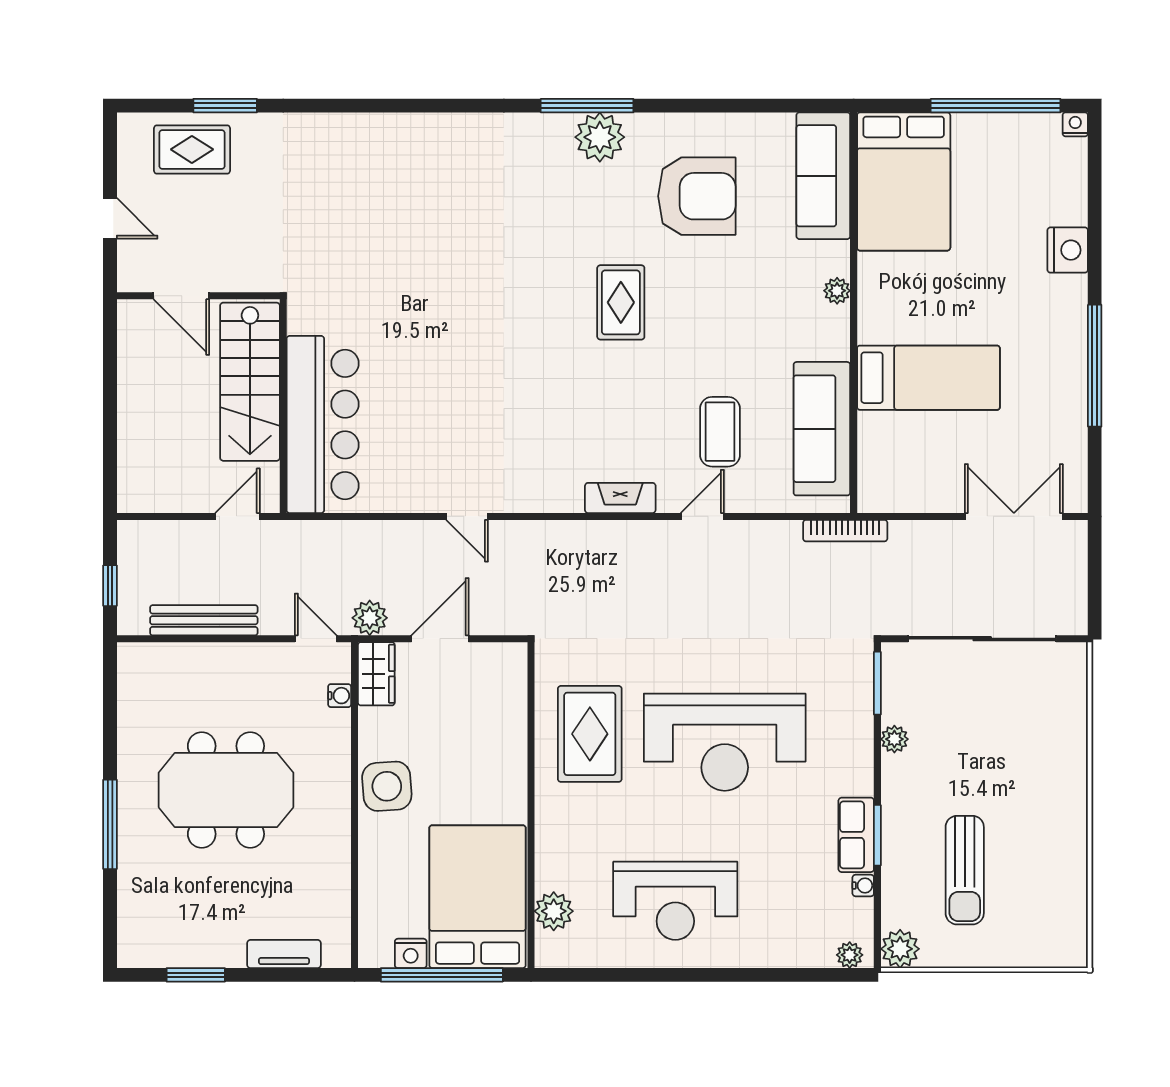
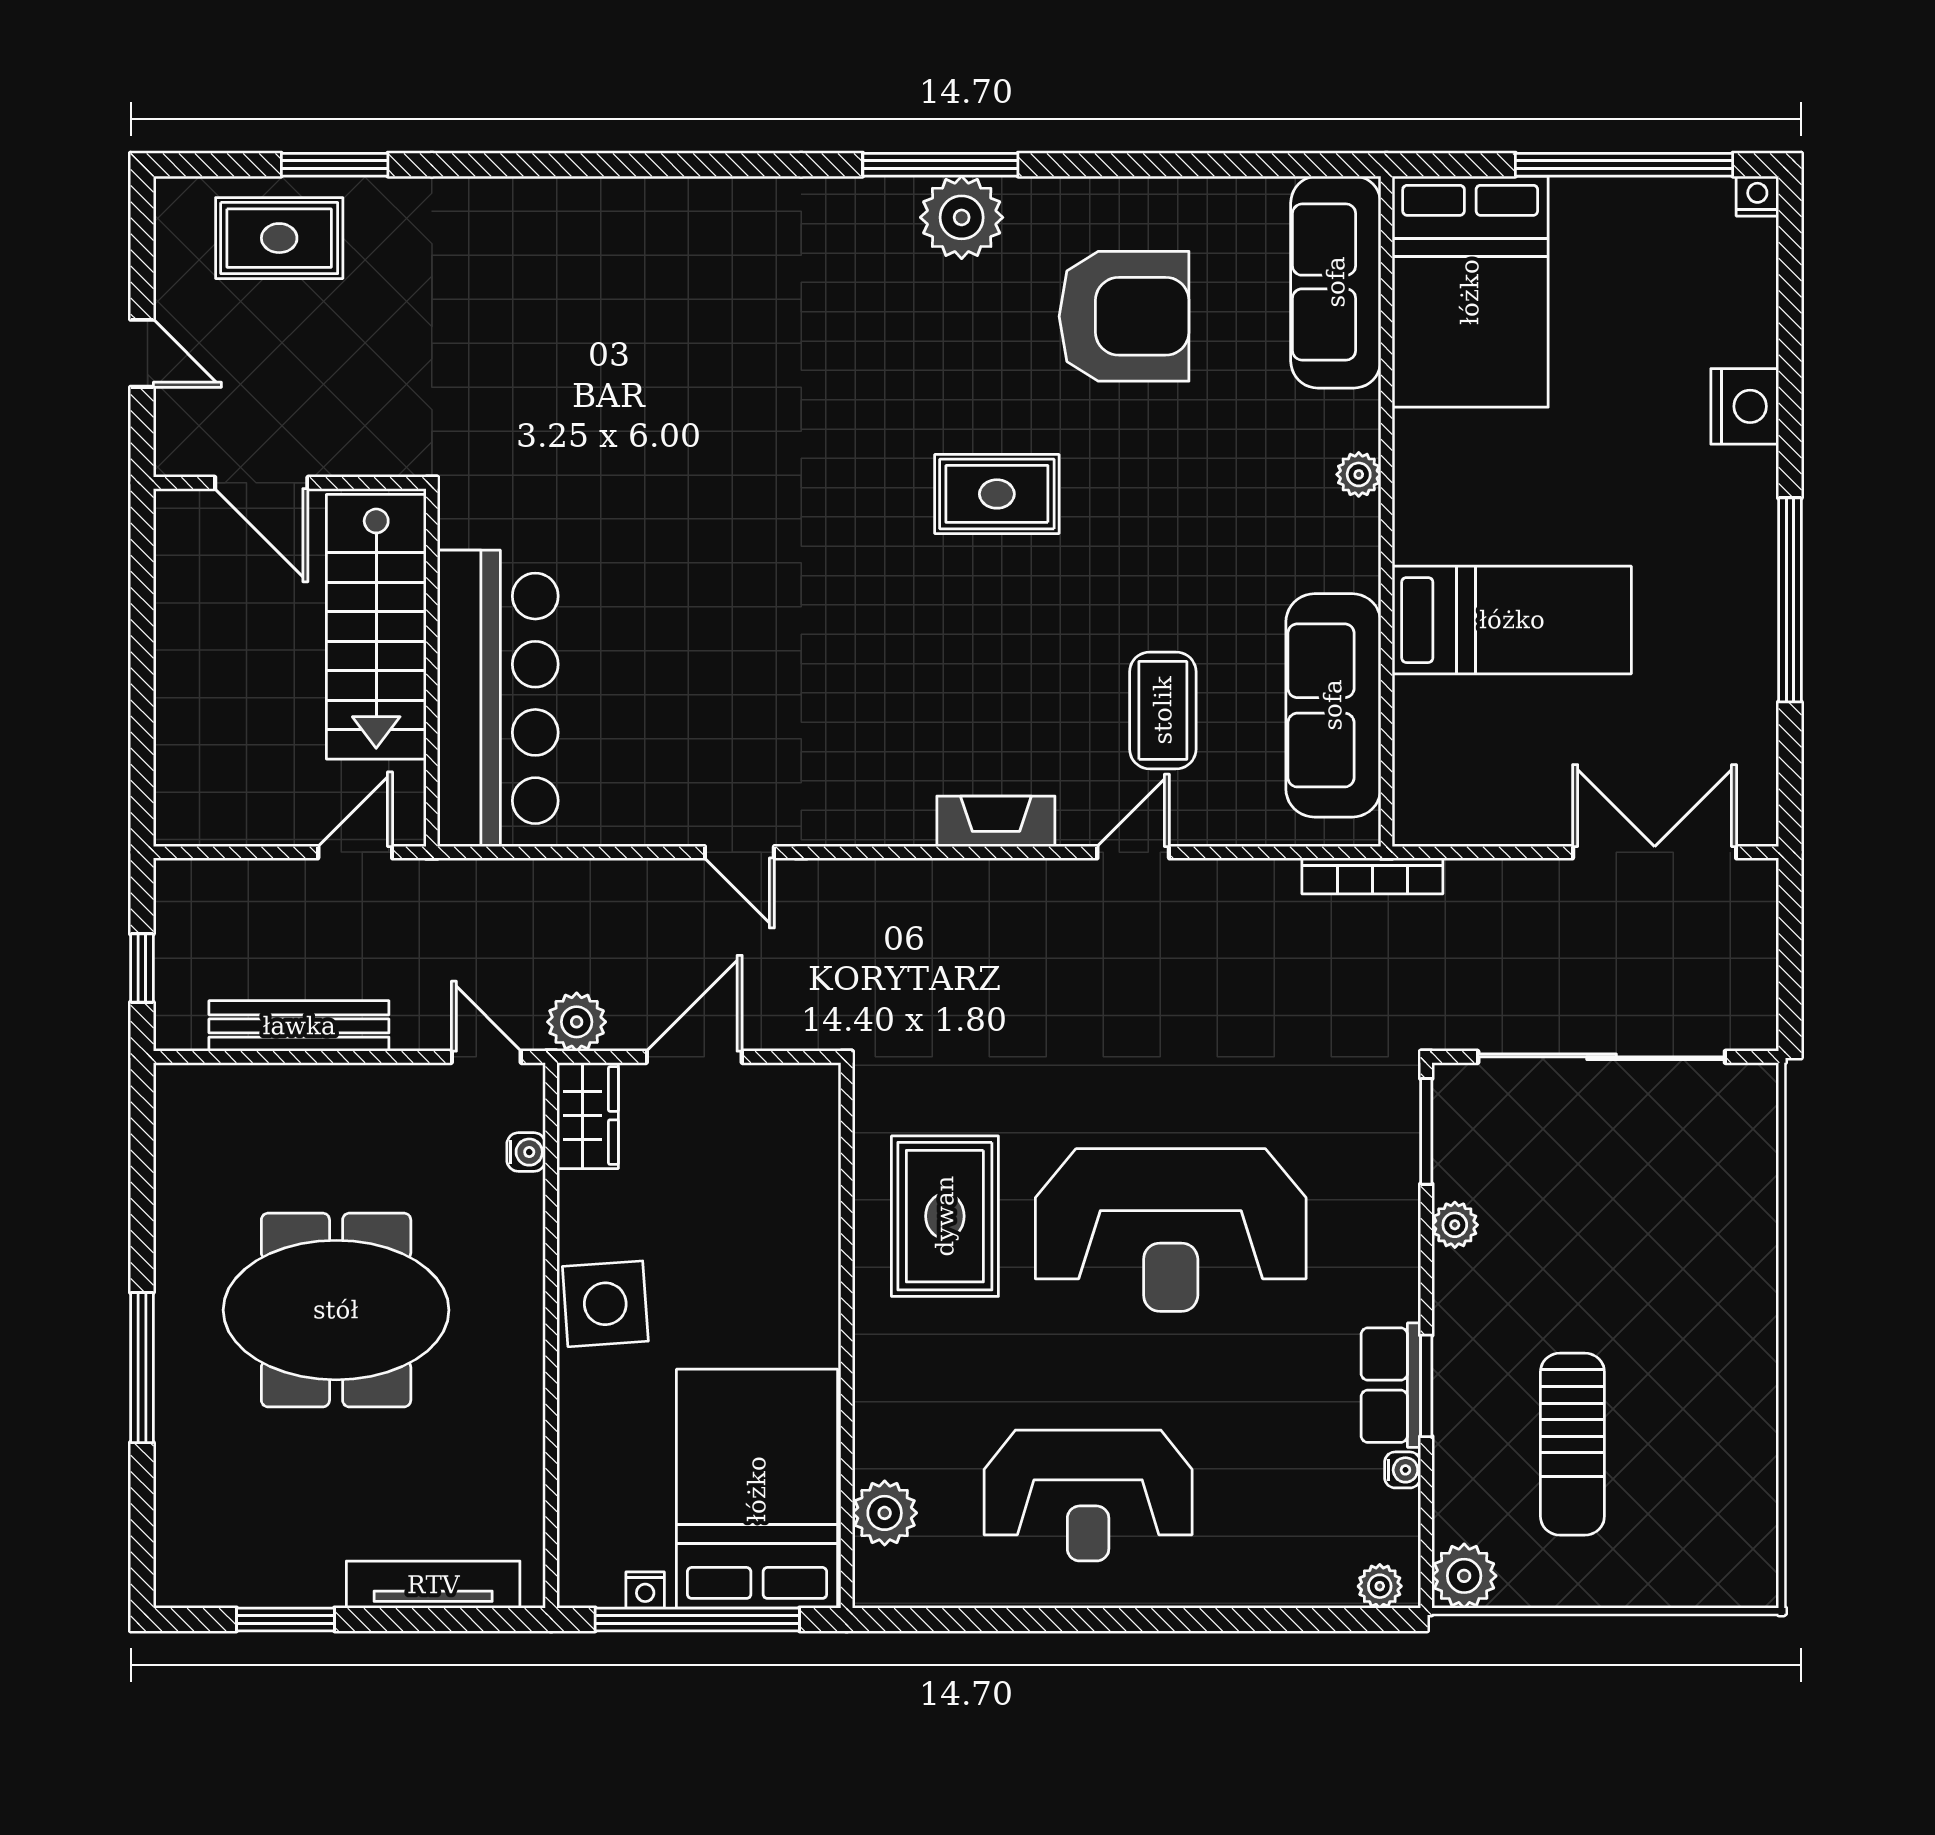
rug: (621, 302) -> (997, 494), turned 90
nightstand: (411, 953) -> (645, 1590), width x0.72, depth x0.74
tv unit: (284, 954) -> (433, 1585), width x1.41

